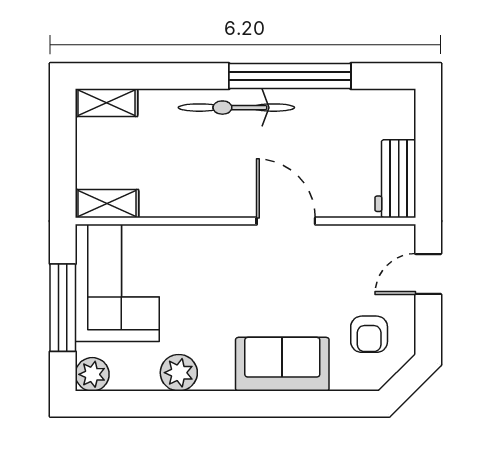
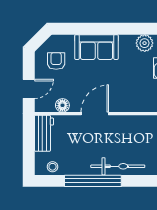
stool: (377, 106) -> (53, 167), added
door: (286, 221) -> (95, 114), swing flipped
floor lamp: (356, 239) -> (62, 105), added

